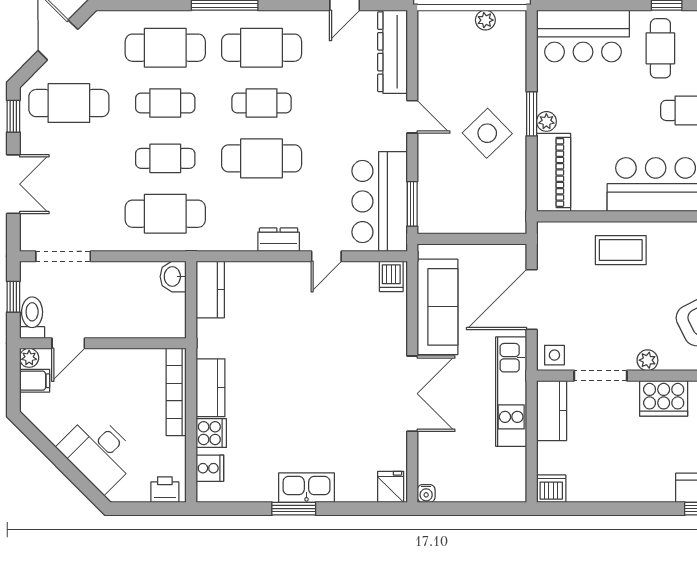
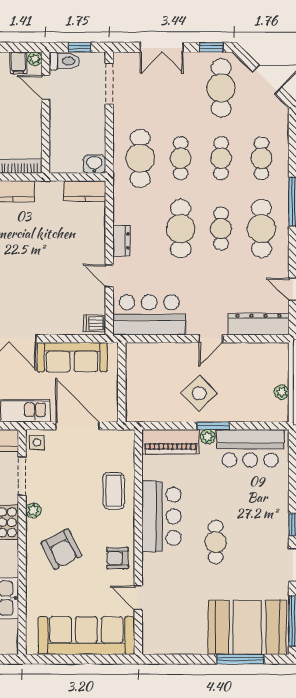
bar counter: (583, 36) -> (250, 448), moved, turned -90
cafe table: (165, 48) -> (261, 158), width x0.73, depth x0.74
cafe table: (660, 48) -> (261, 520), removed
window: (412, 204) -> (147, 339), removed

